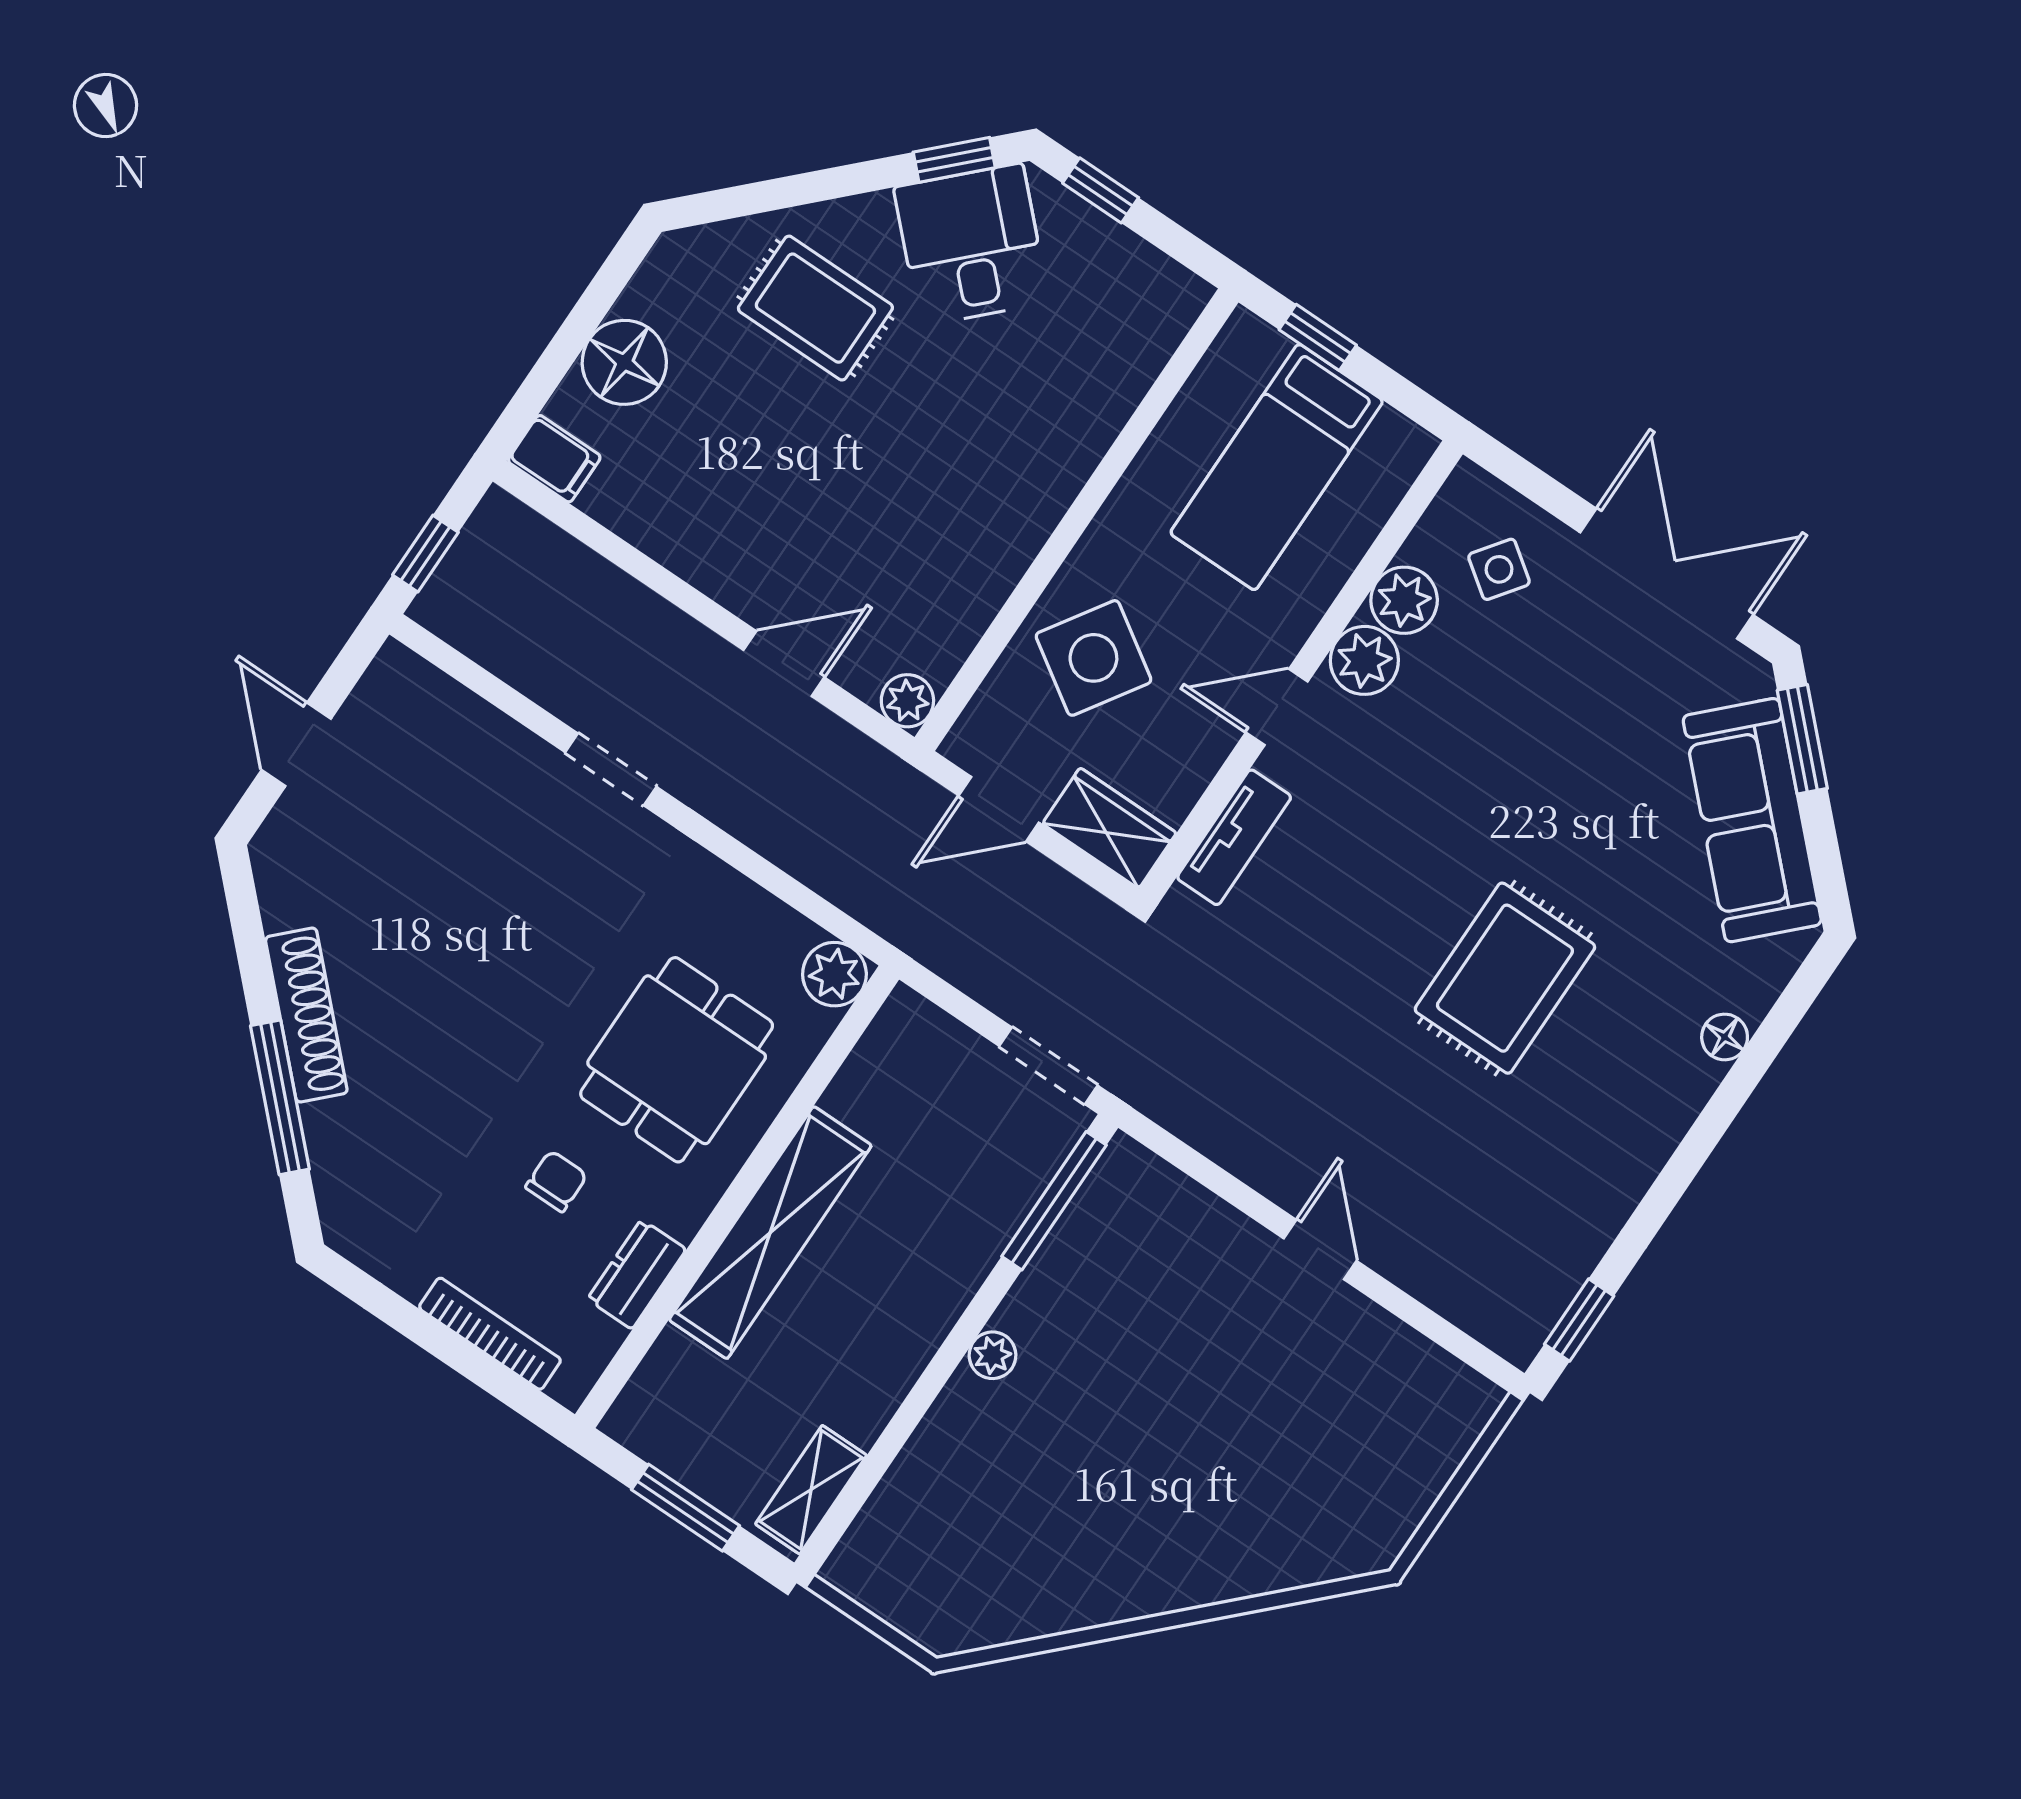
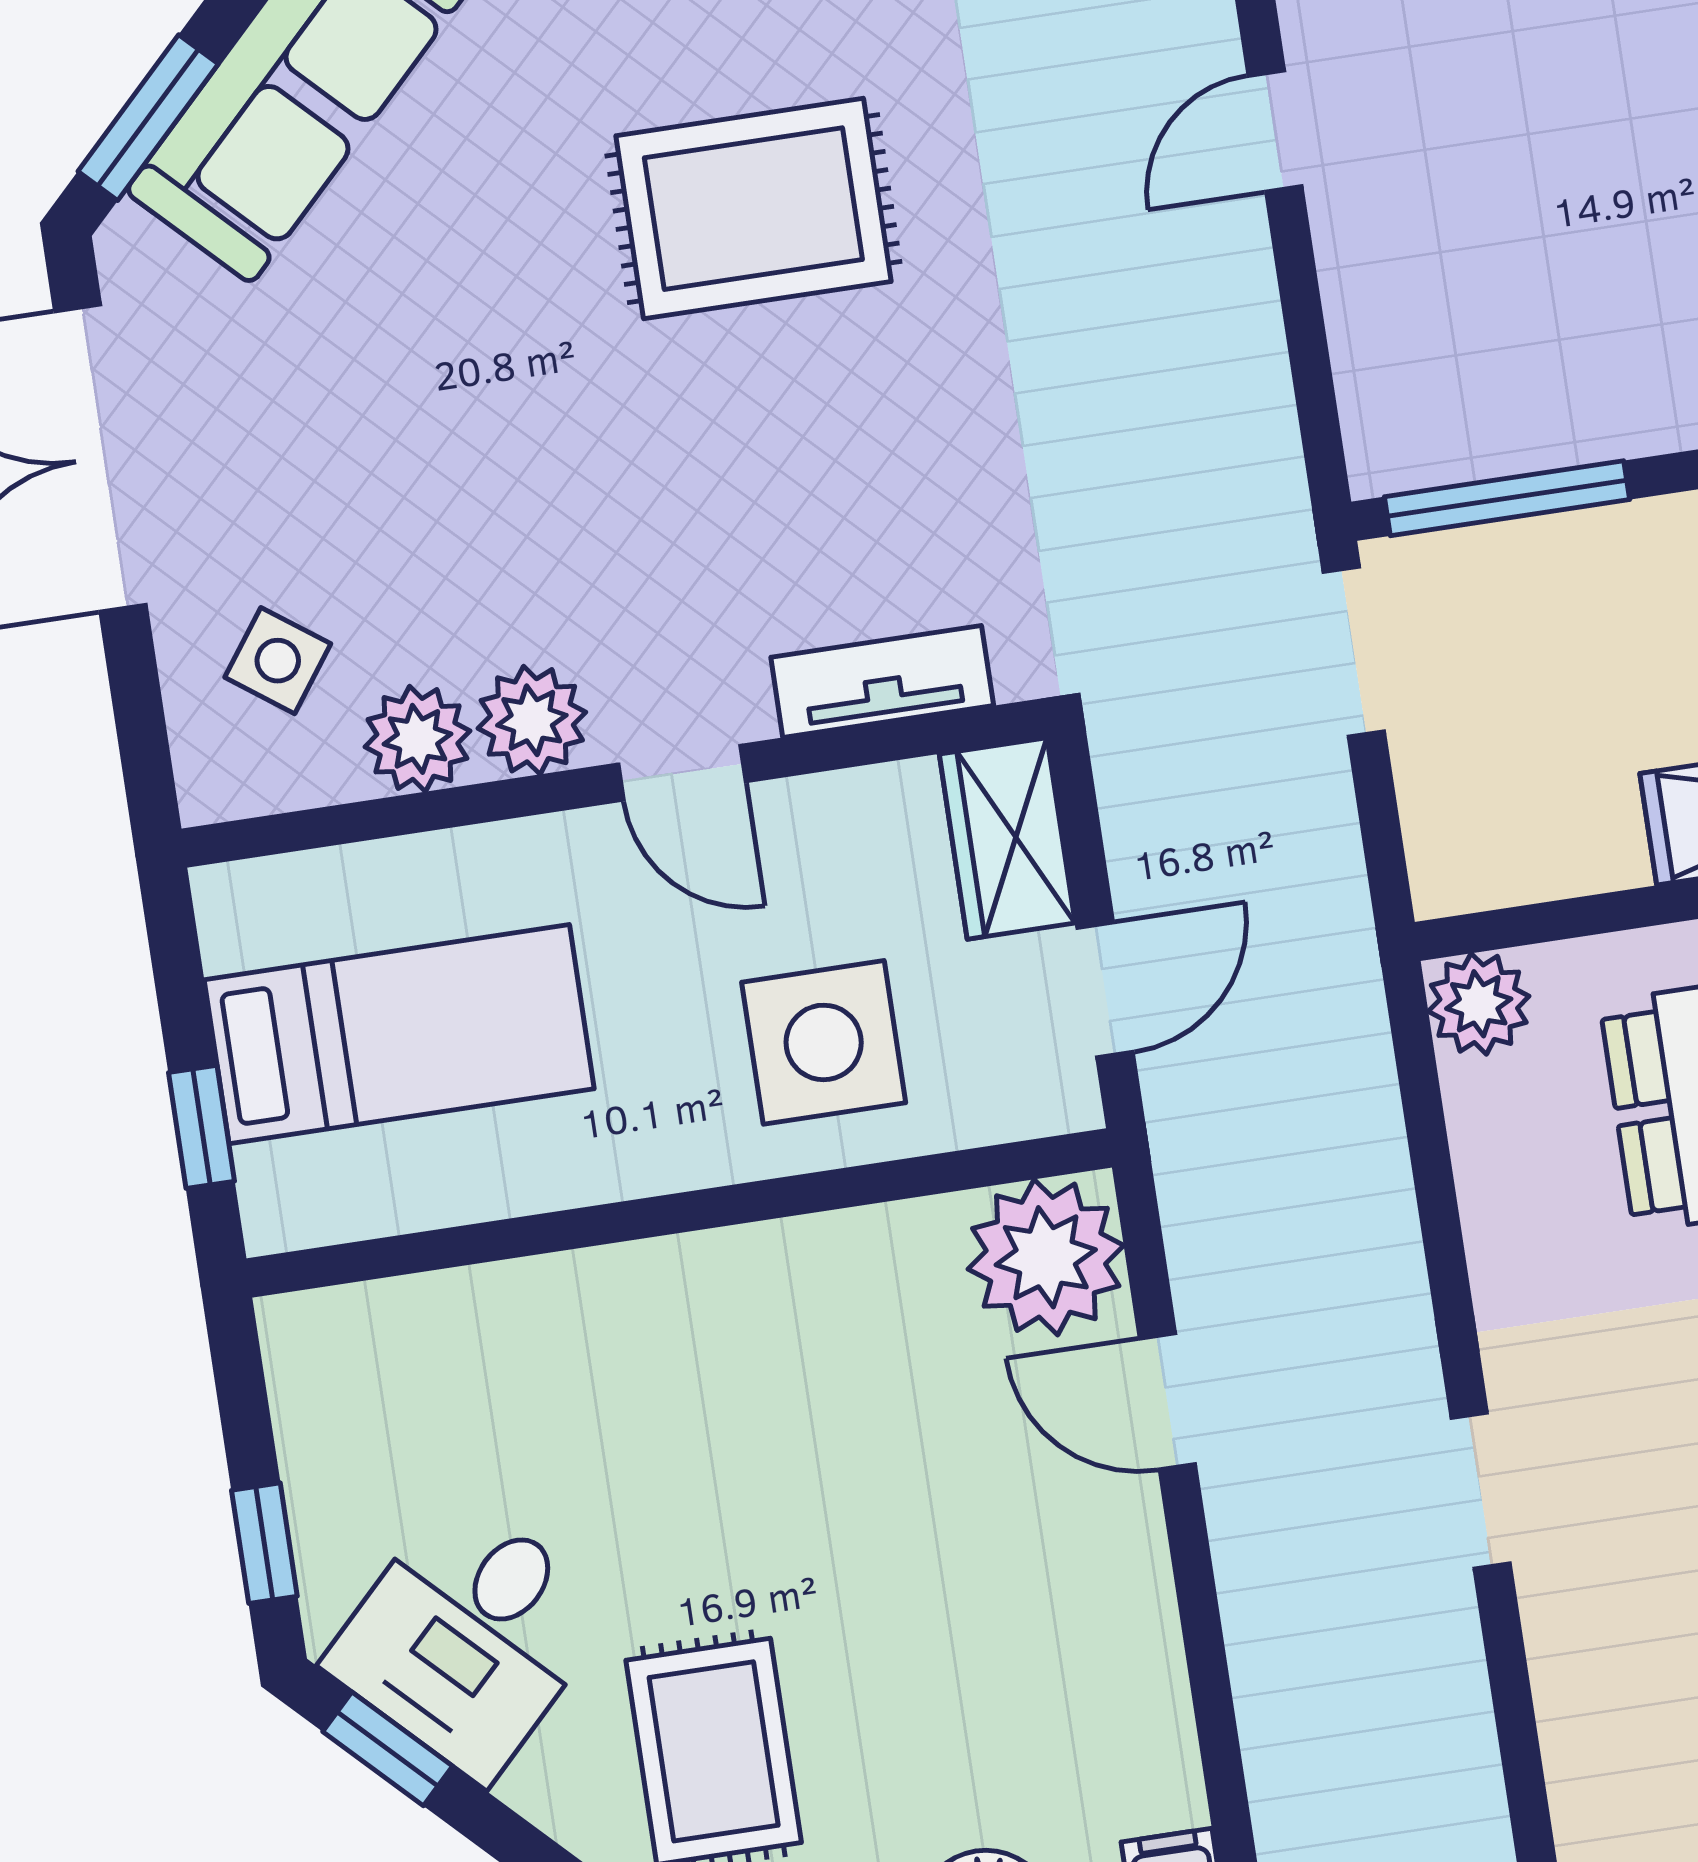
side table: (1093, 658) -> (824, 1042), turned -33
plant: (907, 701) -> (1046, 1257), width x1.88, depth x1.88
door: (999, 809) -> (1105, 990), hinge flipped

